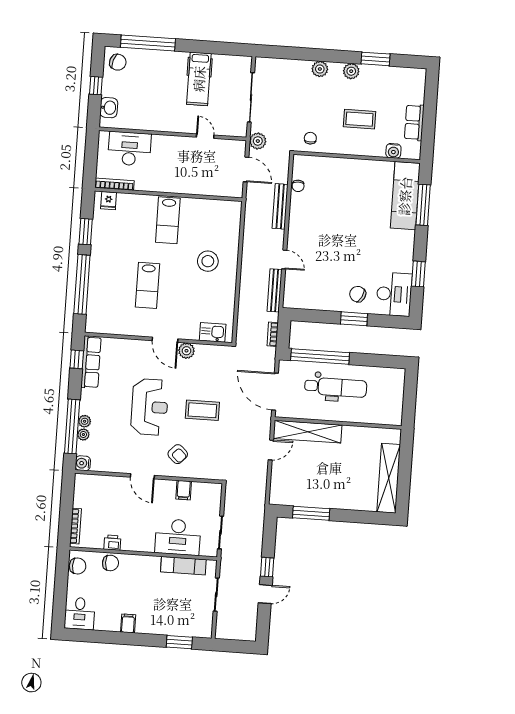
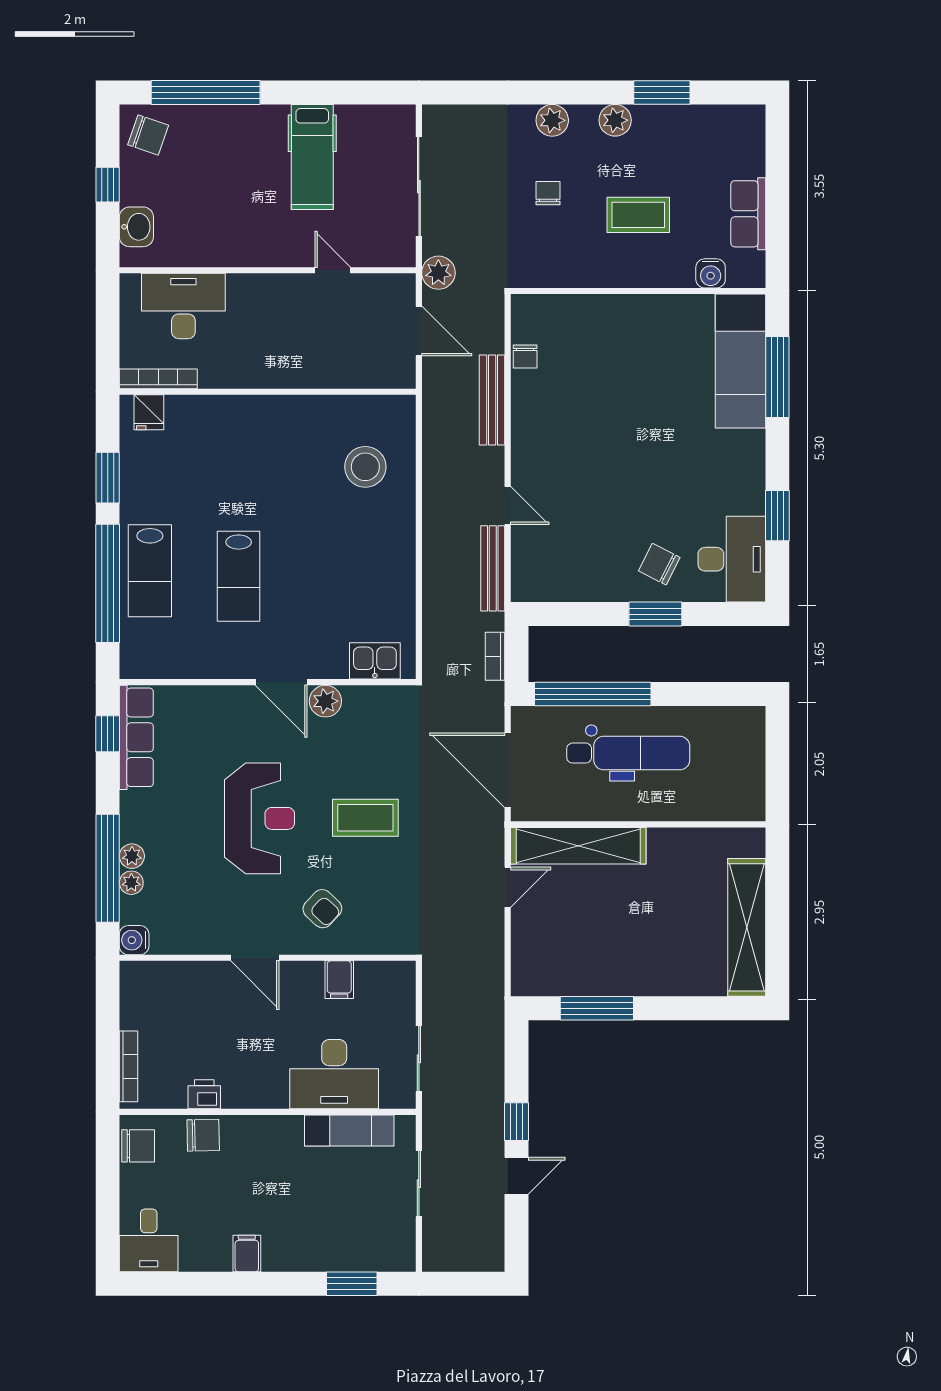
chair: (310, 138) -> (548, 193), moved
lab bench: (168, 220) -> (150, 571), moved
stool: (208, 261) -> (365, 467), moved

